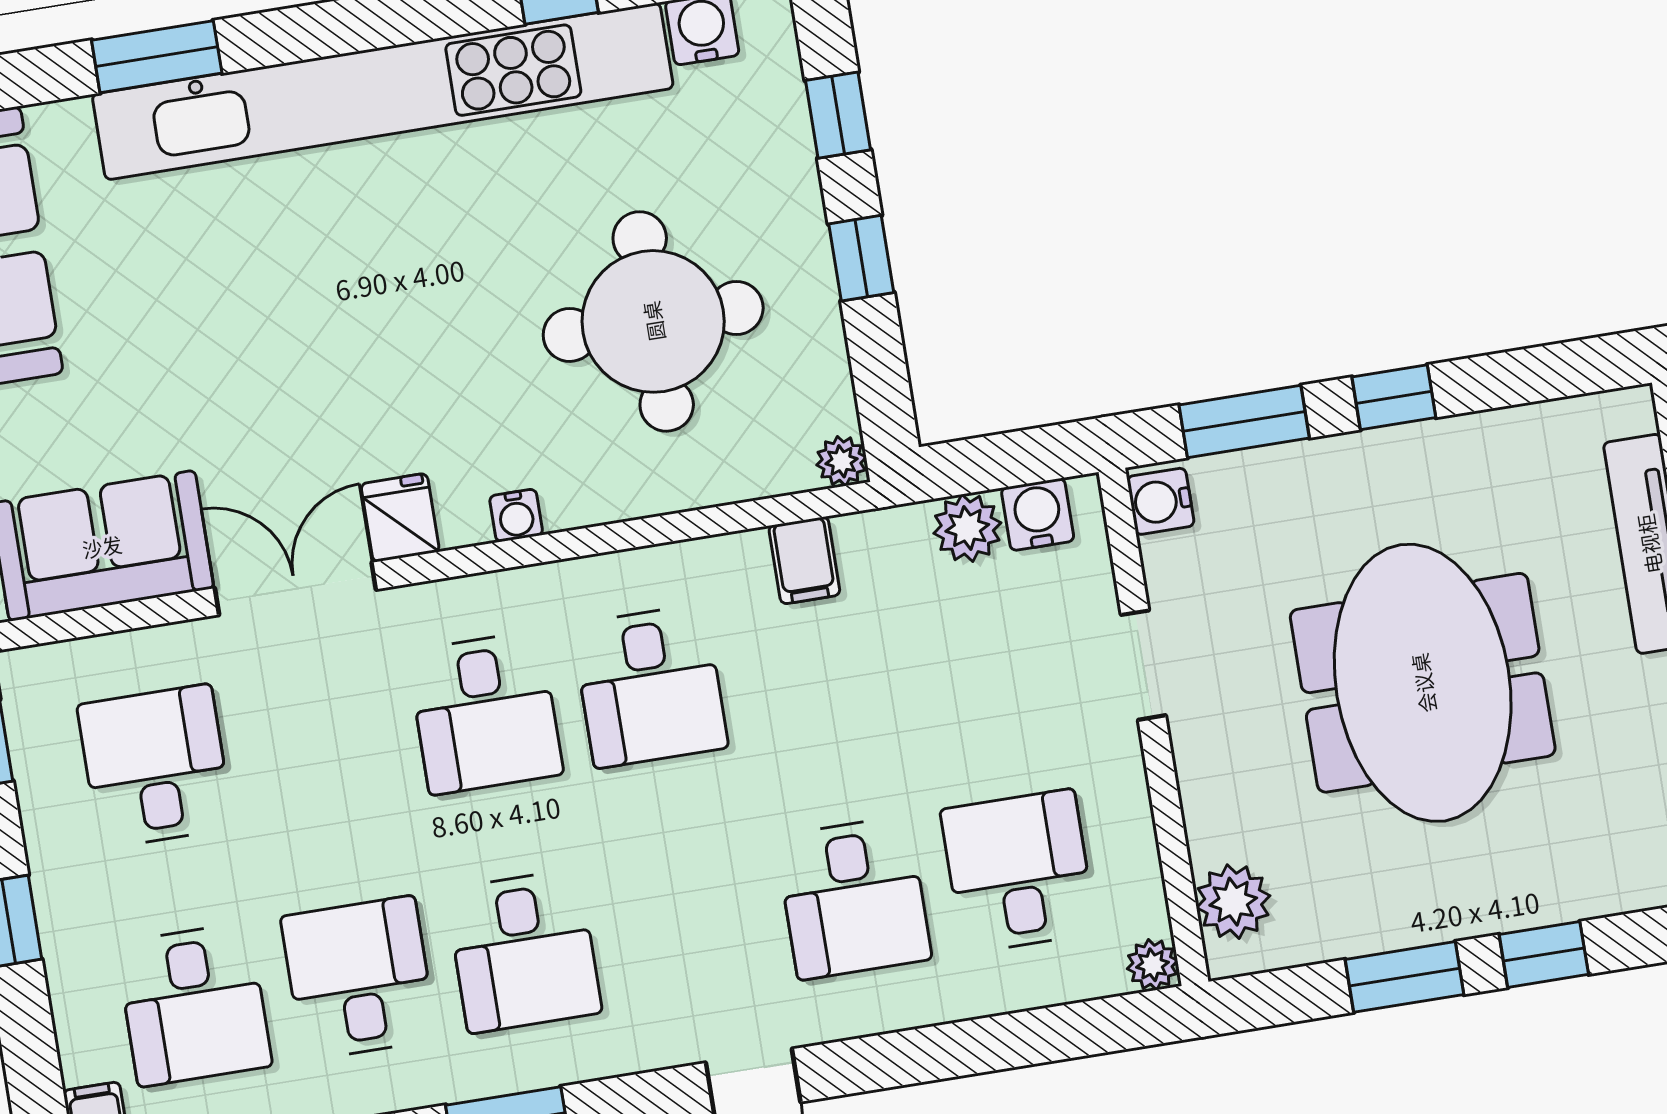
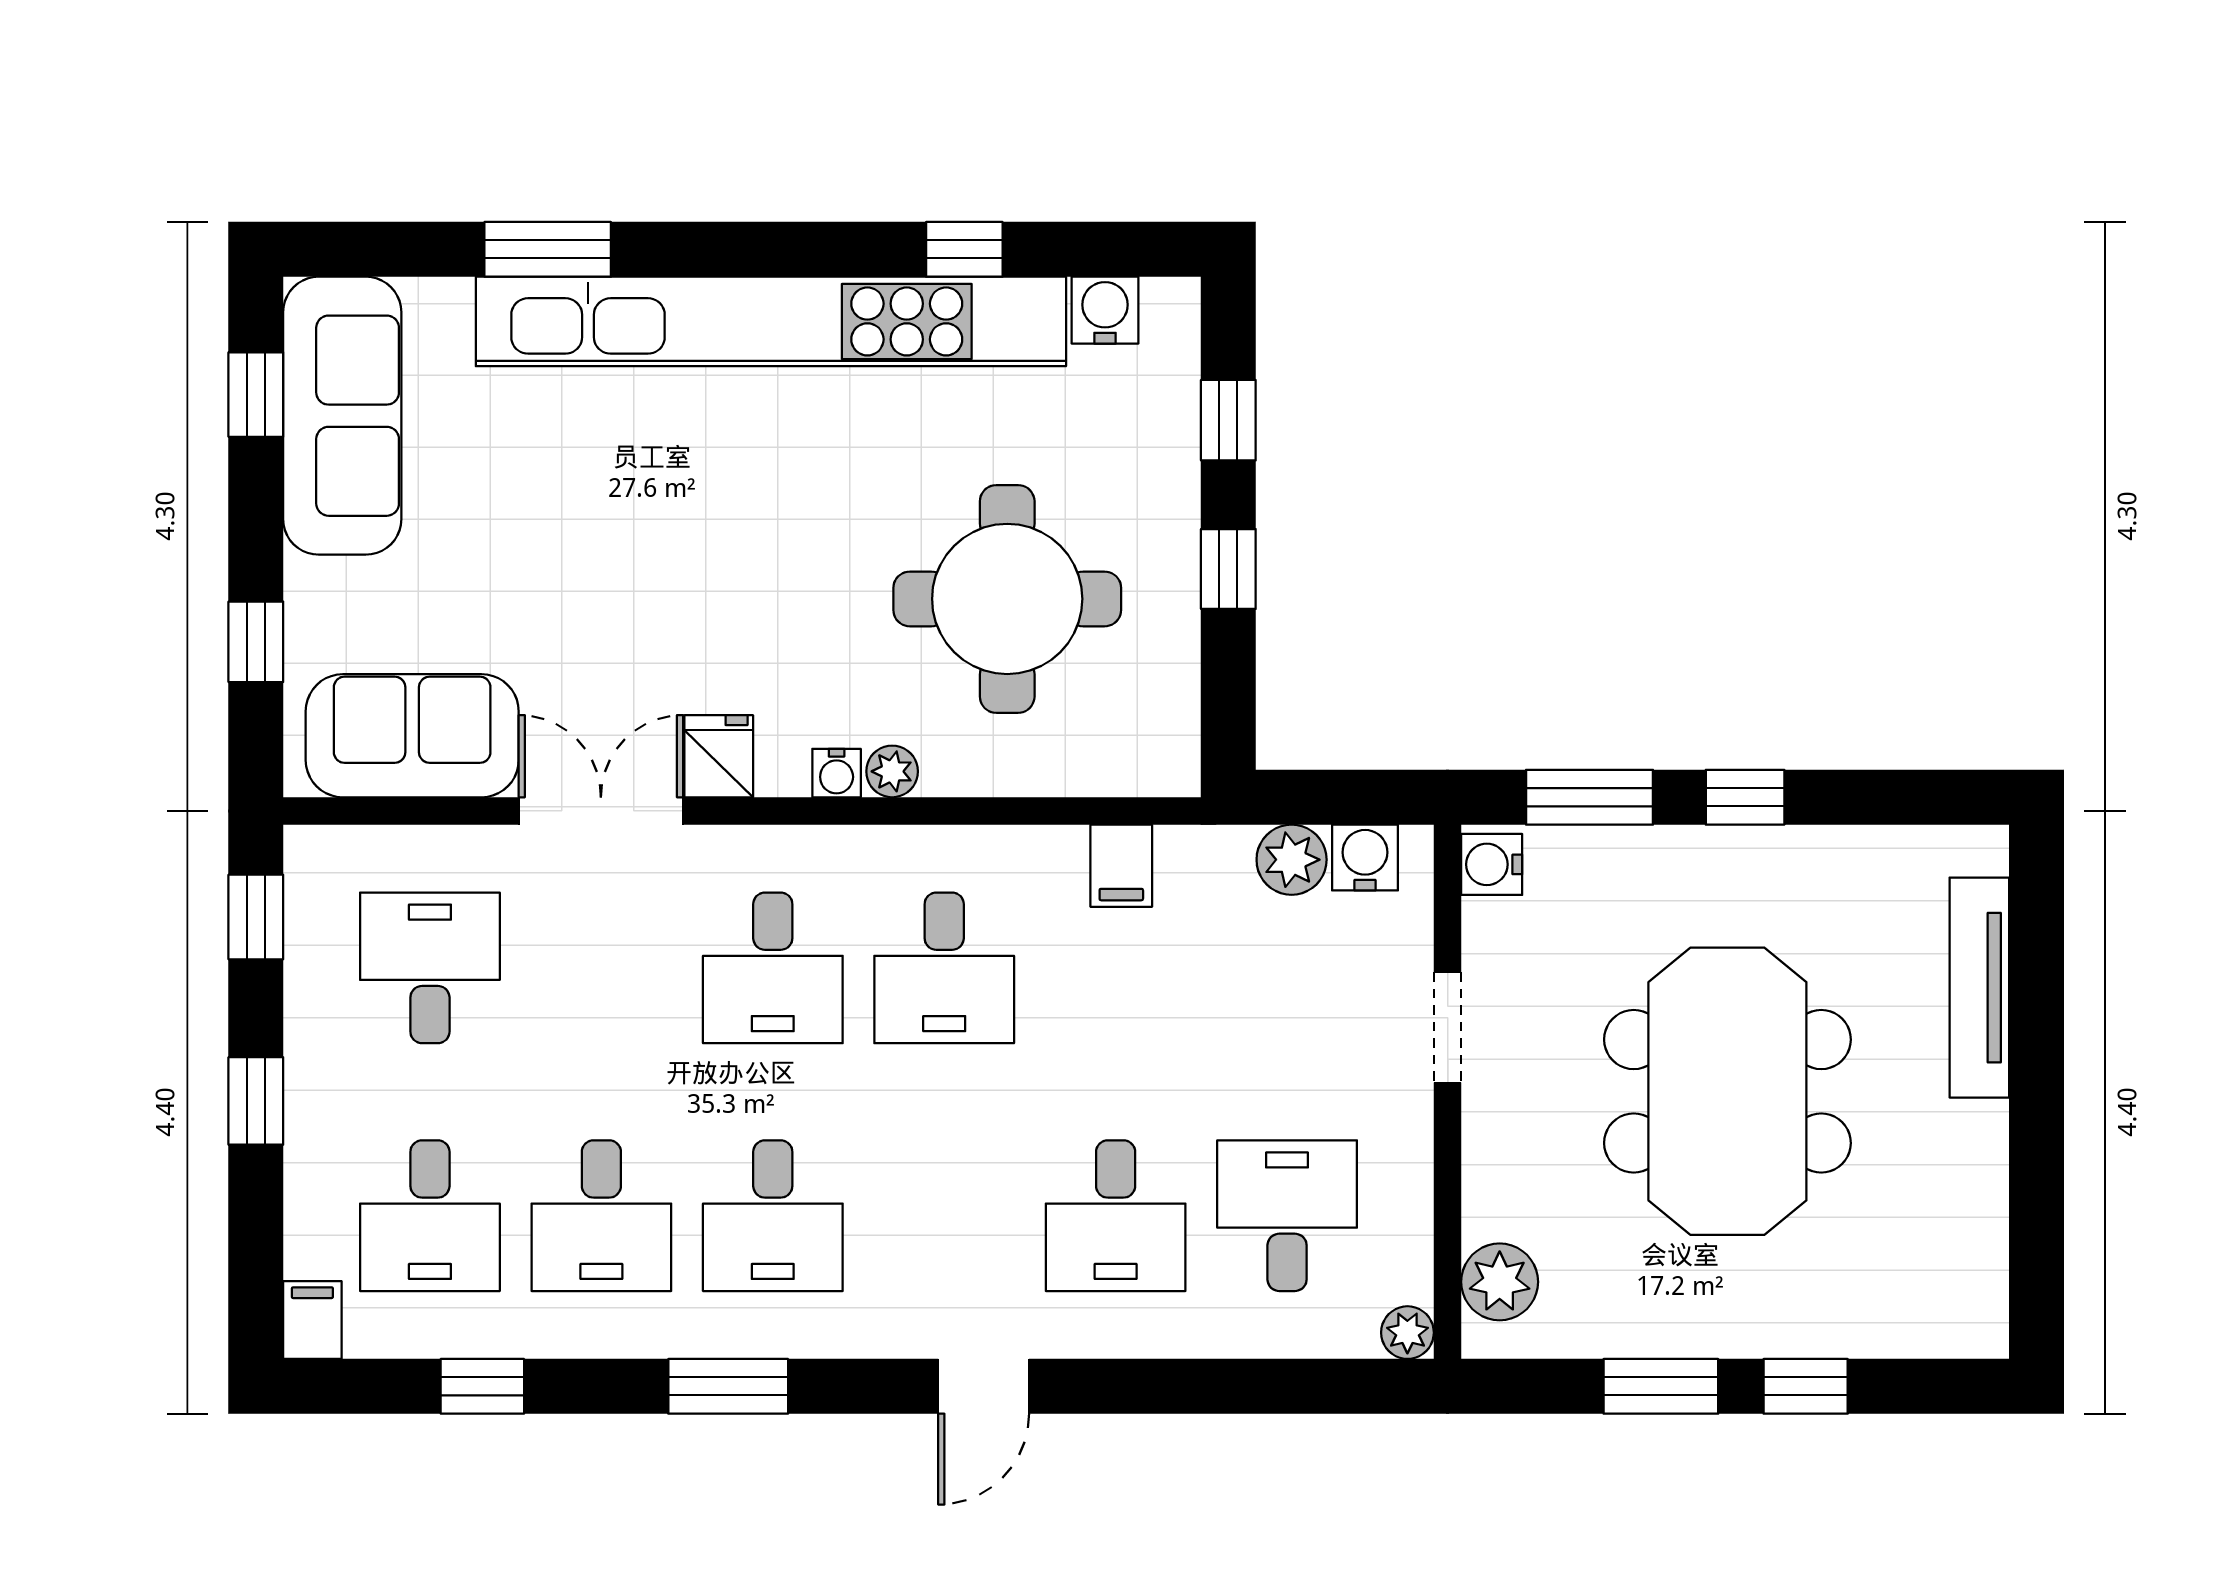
plant: (842, 461) -> (892, 771), moved
desk: (359, 978) -> (601, 1216), turned 180

